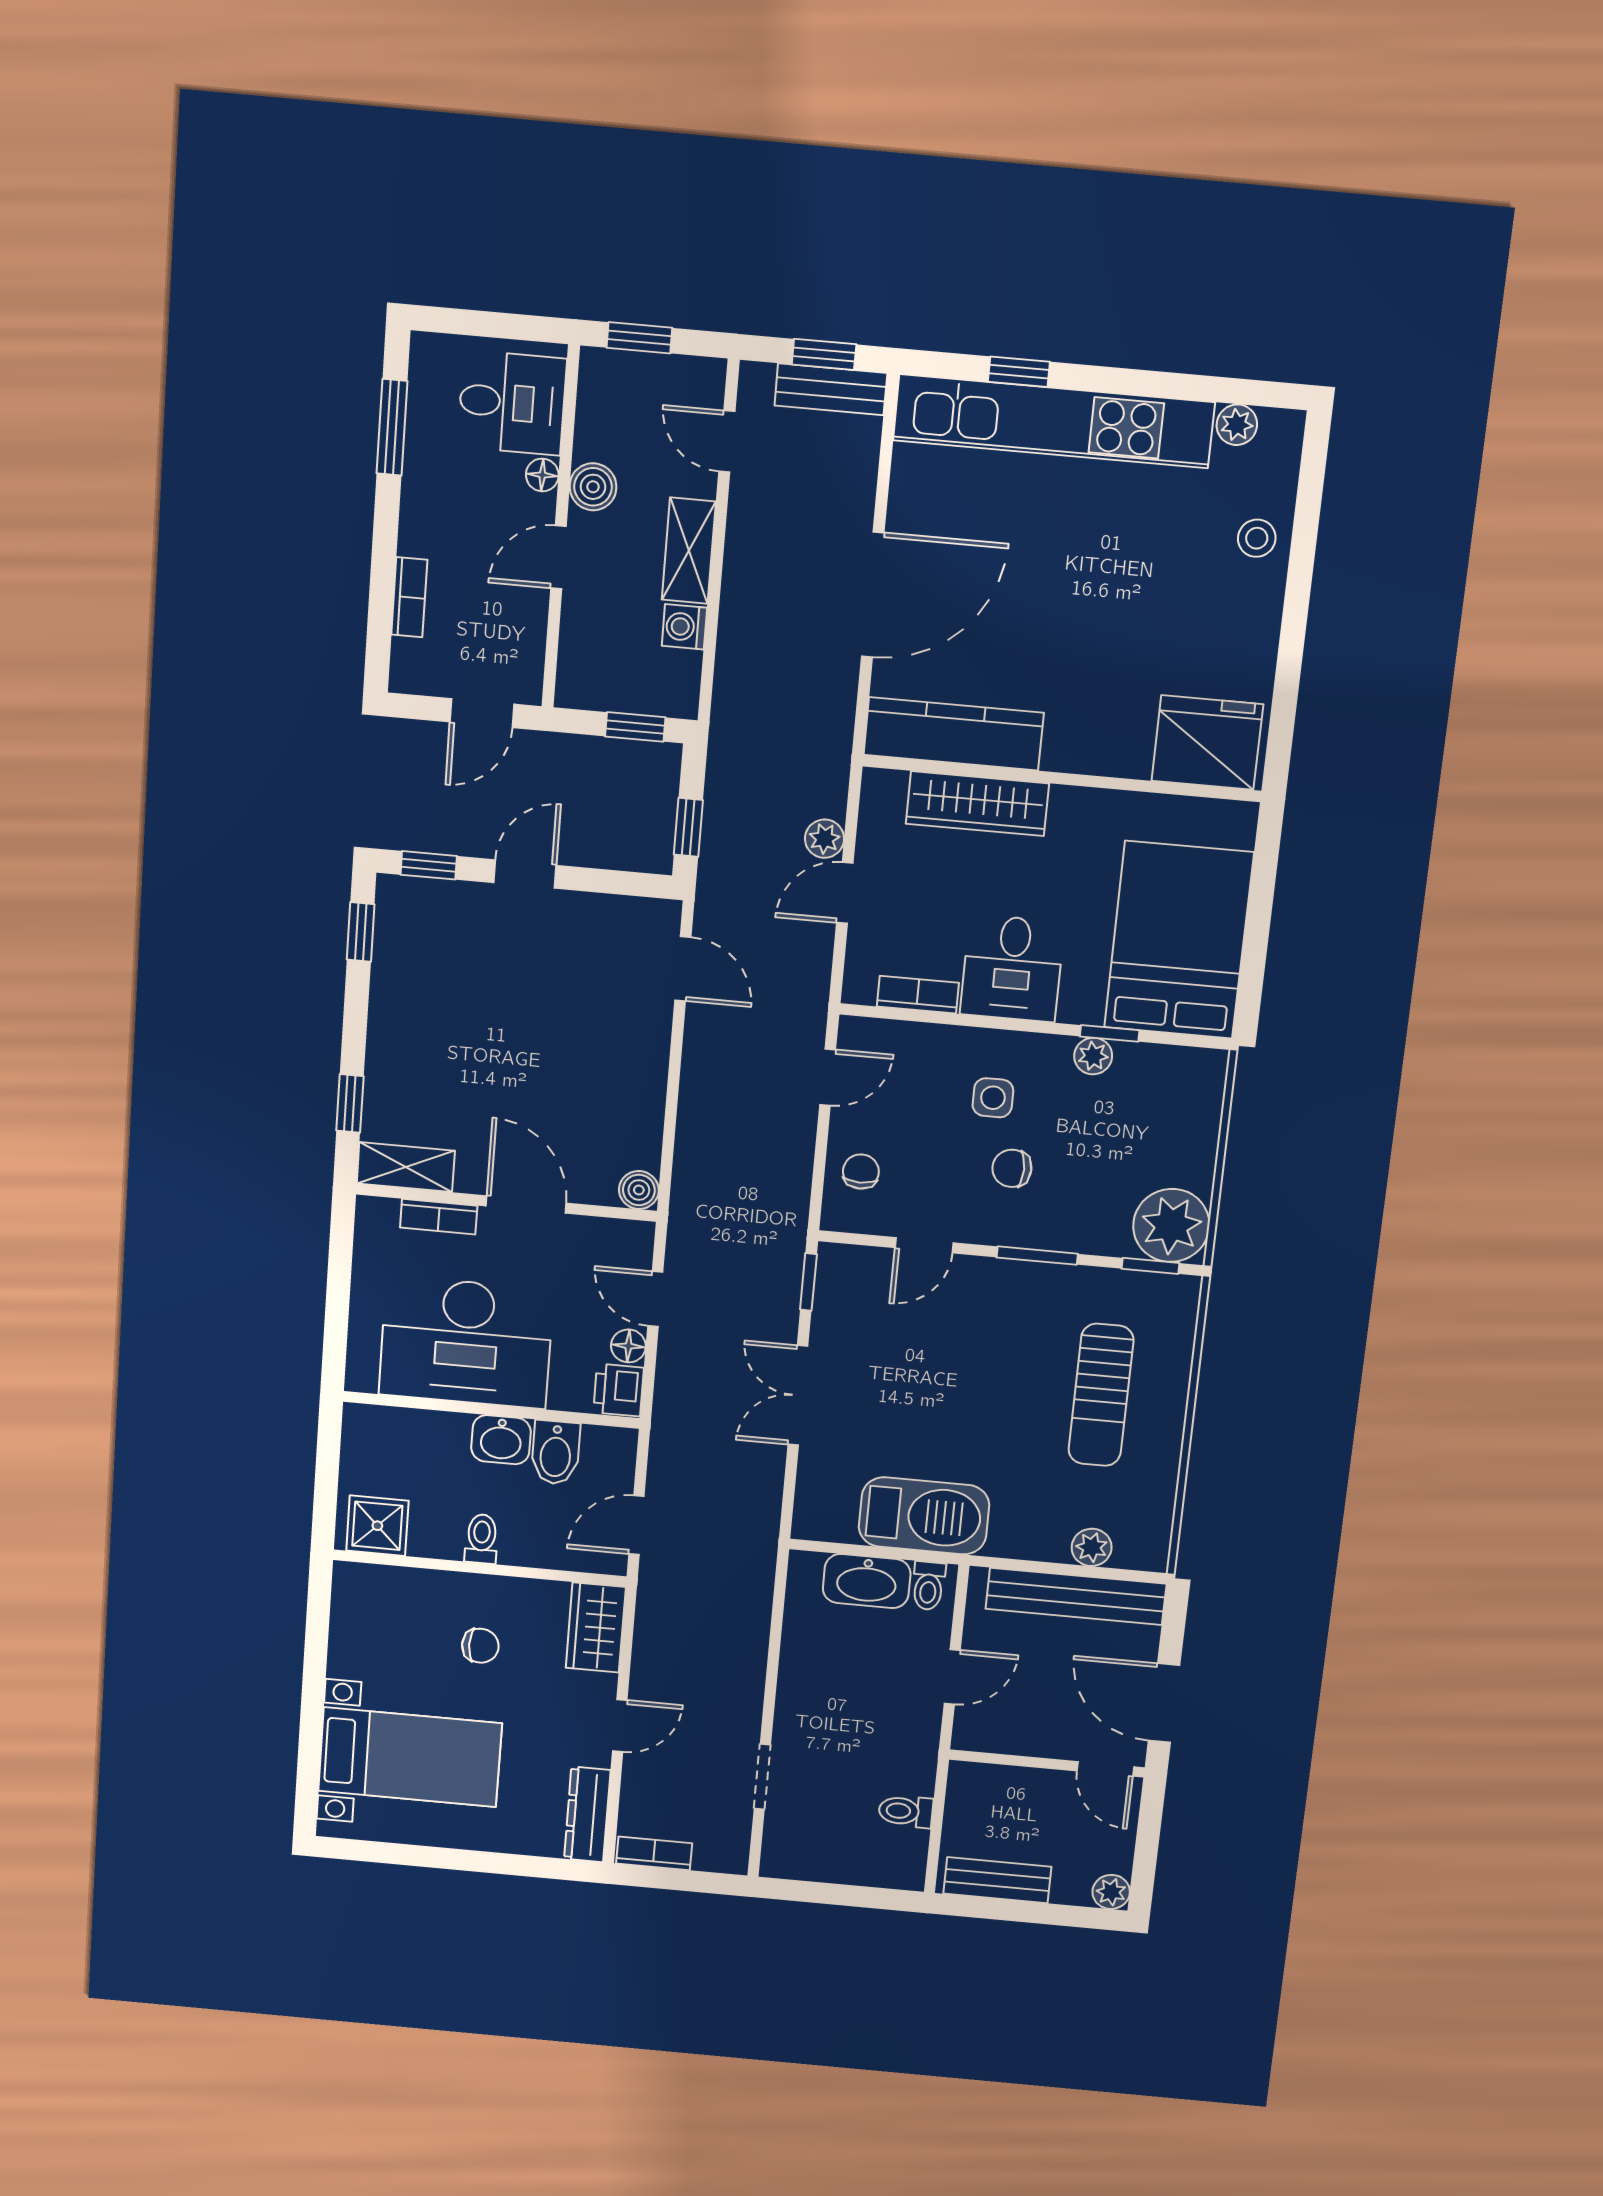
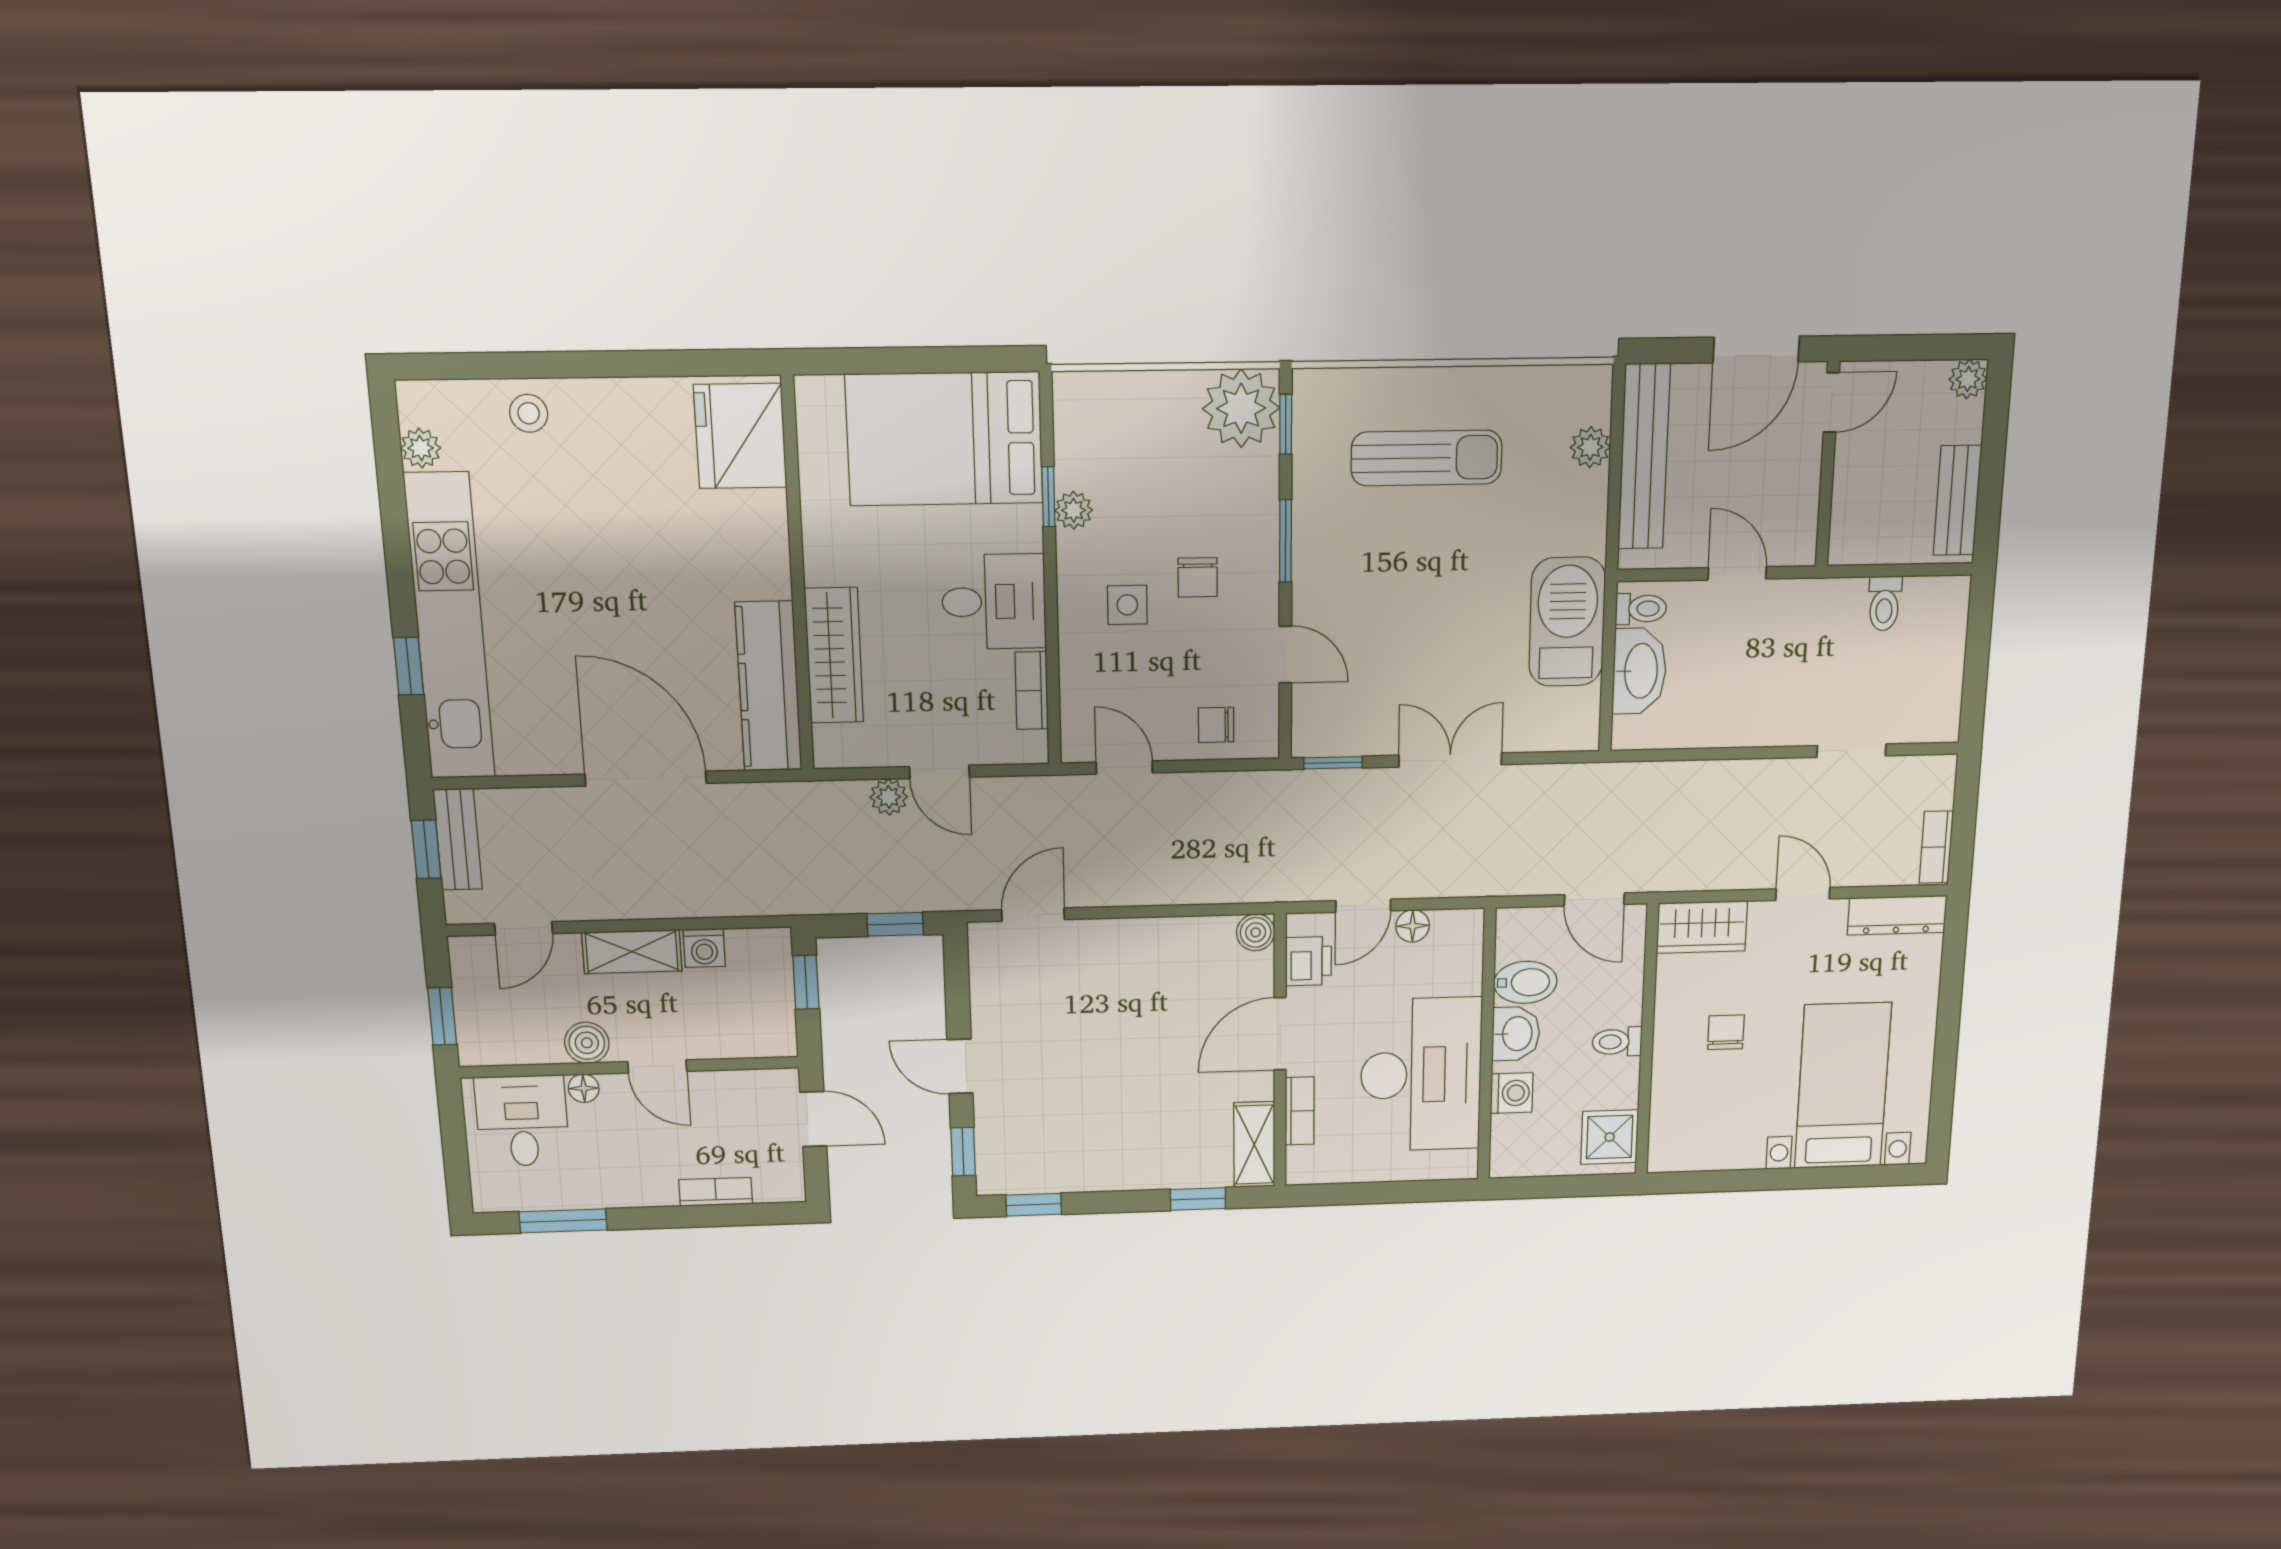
printer: (619, 1390) -> (1308, 961), moved, turned -90
double door: (798, 1395) -> (1450, 760), swing flipped
washing machine: (436, 1431) -> (1512, 1093), added

